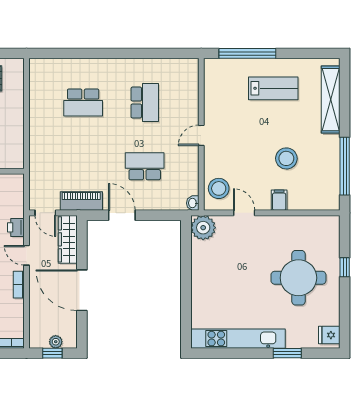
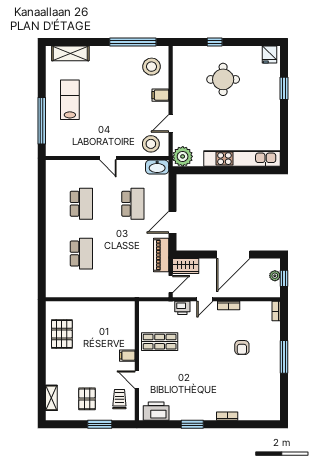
shelving: (331, 100) -> (70, 53), width x0.68
school desk: (145, 103) -> (81, 204), turned 90
stool: (286, 158) -> (151, 67), moved
school desk: (145, 166) -> (133, 204), turned 180
washbasin: (193, 203) -> (157, 167), width x1.91, depth x1.45
wardrobe: (68, 239) -> (186, 266), width x0.67
round table: (298, 278) -> (223, 79), width x0.73, depth x0.73
kitchen unit: (238, 339) -> (242, 159), moved, turned 90

